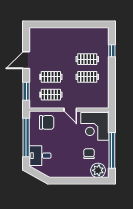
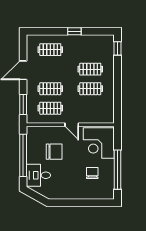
window: (73, 24) -> (74, 31), added
clothes rail: (51, 41) -> (50, 50), added
window: (112, 51) -> (118, 48), moved
chair: (47, 122) -> (54, 152), moved
plant: (98, 170) -> (102, 191), removed

